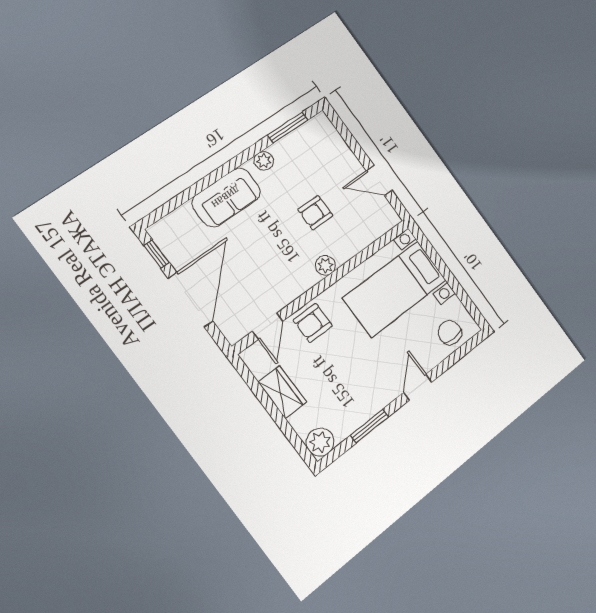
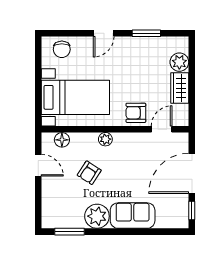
plant: (264, 161) -> (97, 216), width x1.88, depth x1.88
armchair: (315, 213) -> (89, 173), turned 123
floor lamp: (374, 229) -> (62, 140), added
armchair: (313, 323) -> (136, 113), turned 180
plant: (320, 442) -> (179, 62), moved

